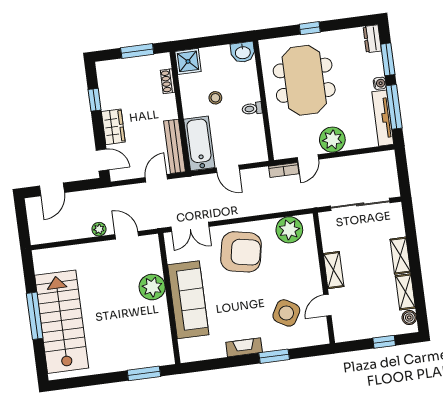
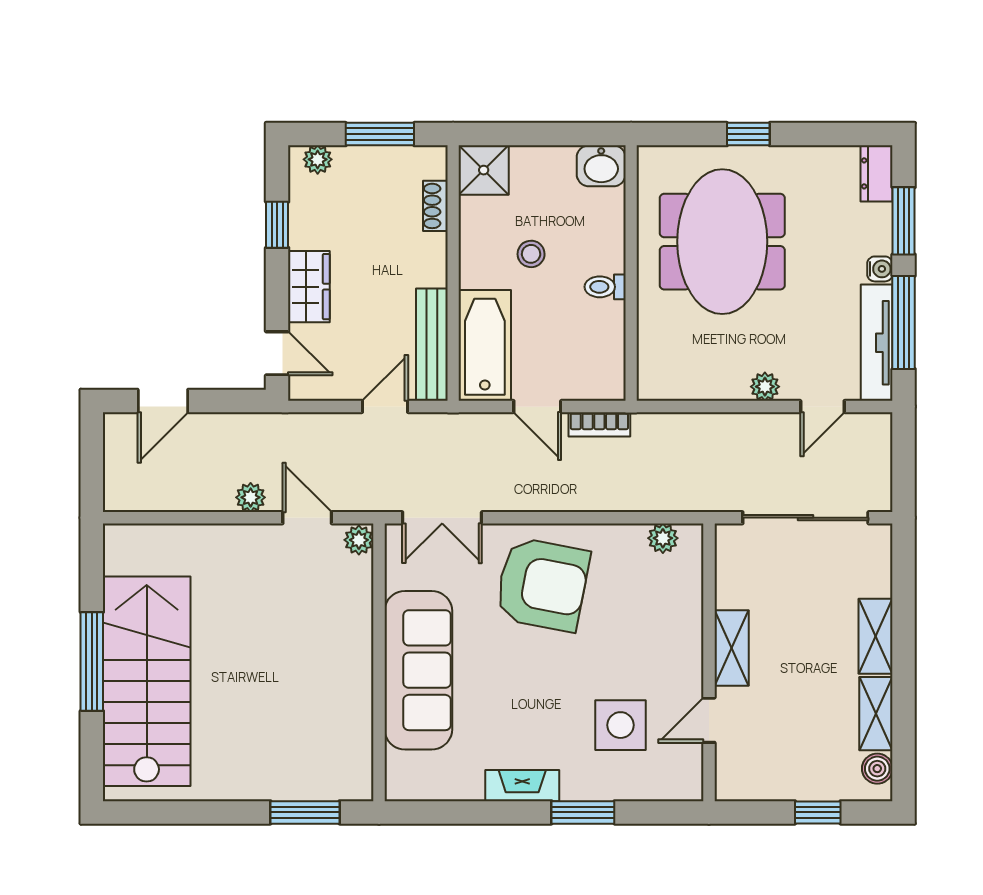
plant: (110, 67) -> (318, 159), added
plant: (332, 140) -> (765, 387), width x0.53, depth x0.53
door: (308, 158) -> (822, 407), moved
bookcase: (284, 170) -> (599, 424), moved
plant: (289, 230) -> (663, 538), width x0.53, depth x0.53
plant: (152, 287) -> (359, 540), moved, width x0.53, depth x0.53
side table: (286, 313) -> (620, 725), turned -30

